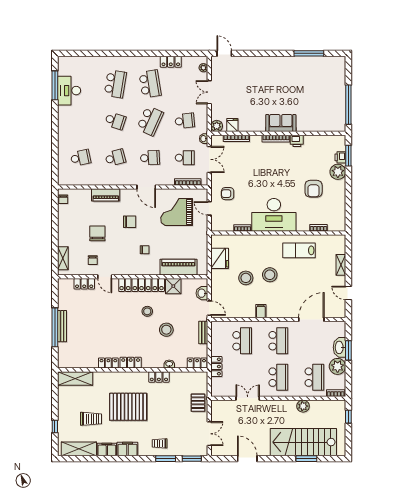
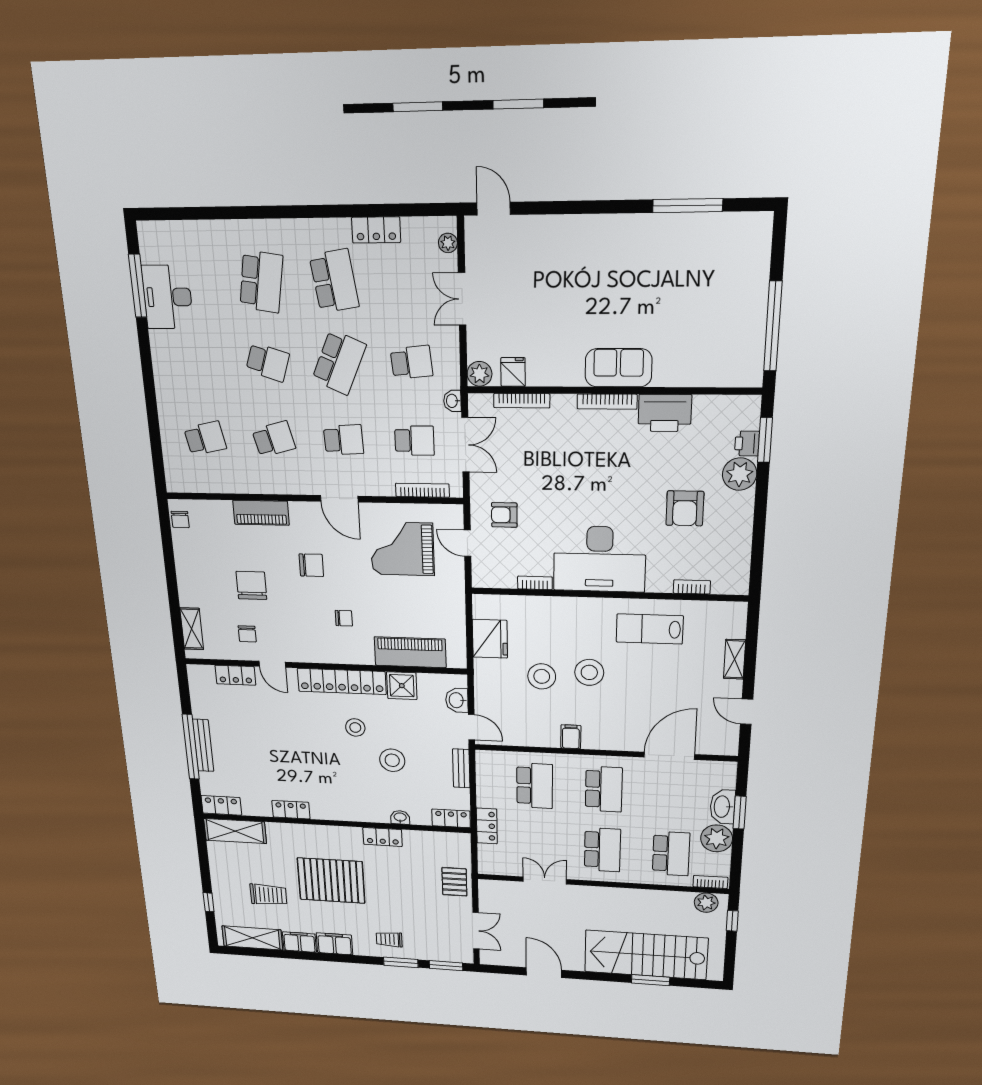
printer: (297, 141) -> (665, 413), width x1.87, depth x1.48
locker: (131, 363) -> (221, 805), moved
plant: (303, 406) -> (706, 903), moved

